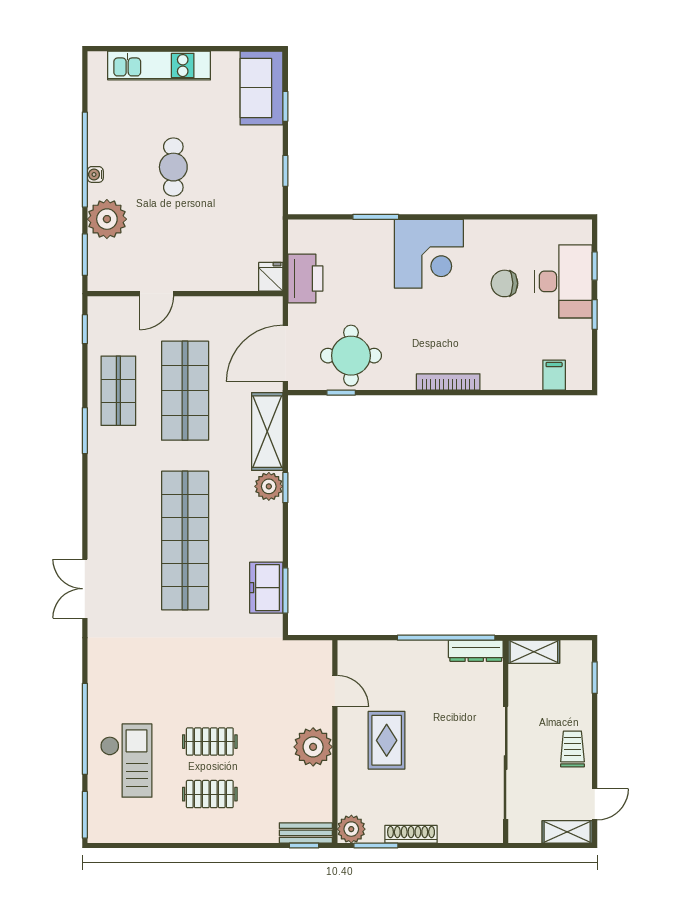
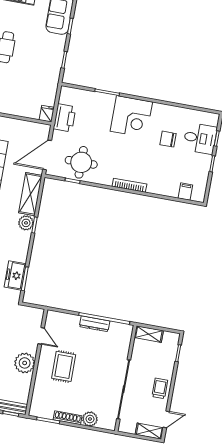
desk: (563, 281) -> (200, 138), width x0.73
dresser: (476, 651) -> (95, 324), moved
plant: (351, 829) -> (90, 419), moved

